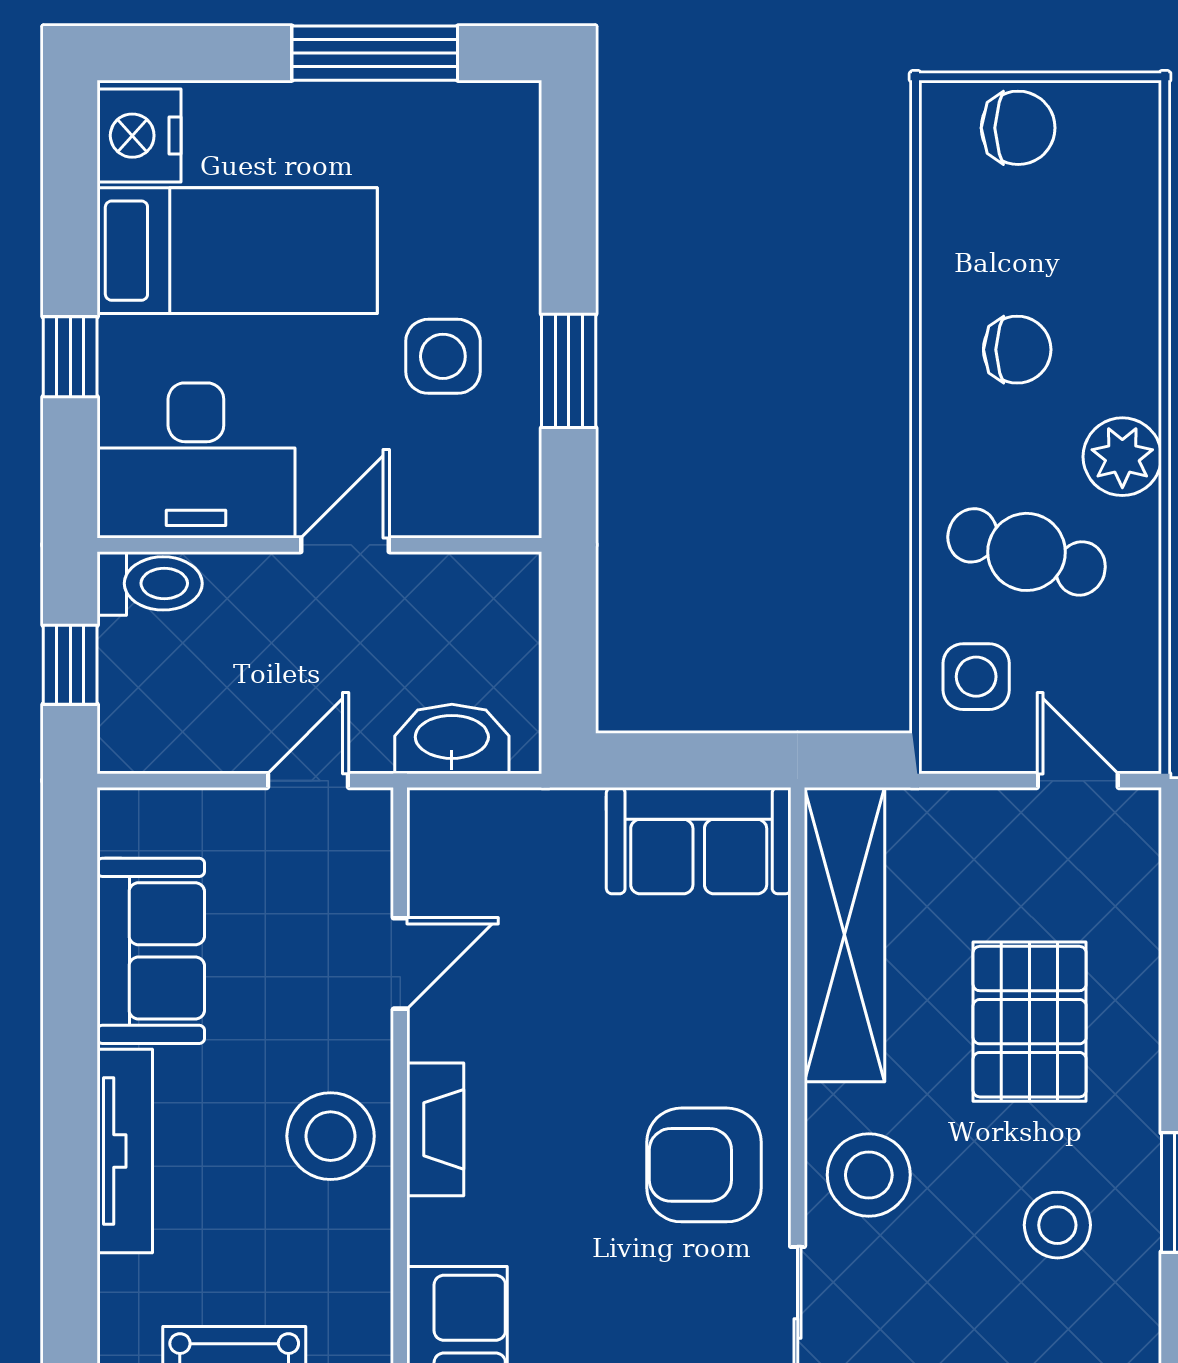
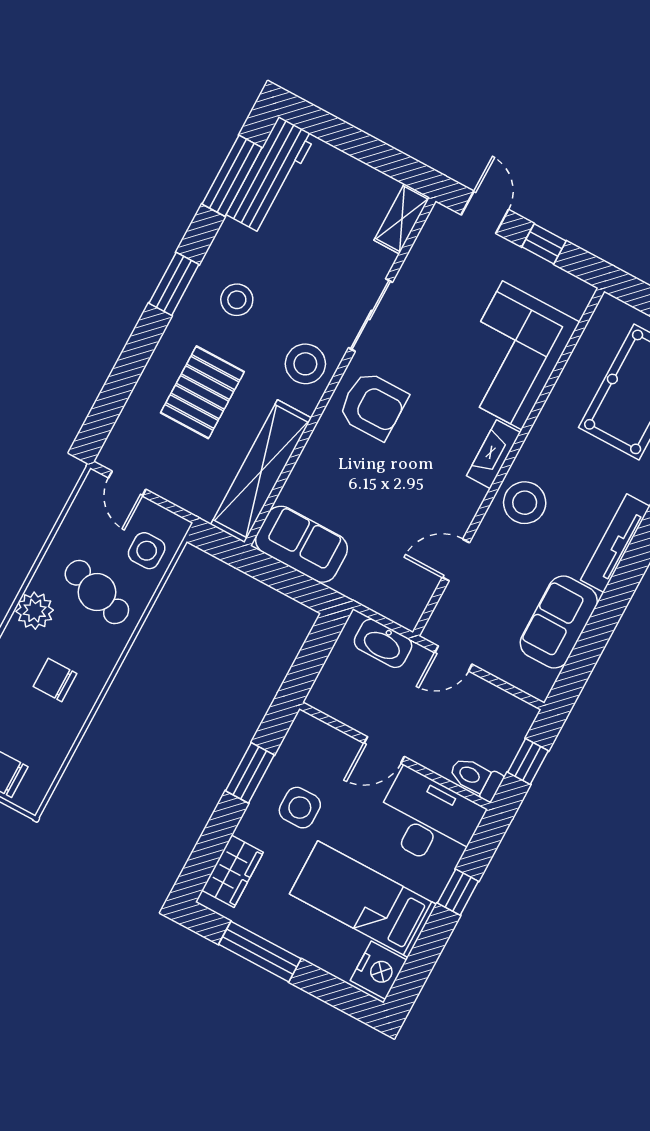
wardrobe: (504, 174) -> (233, 871), added
fireplace: (435, 1129) -> (494, 454), moved

